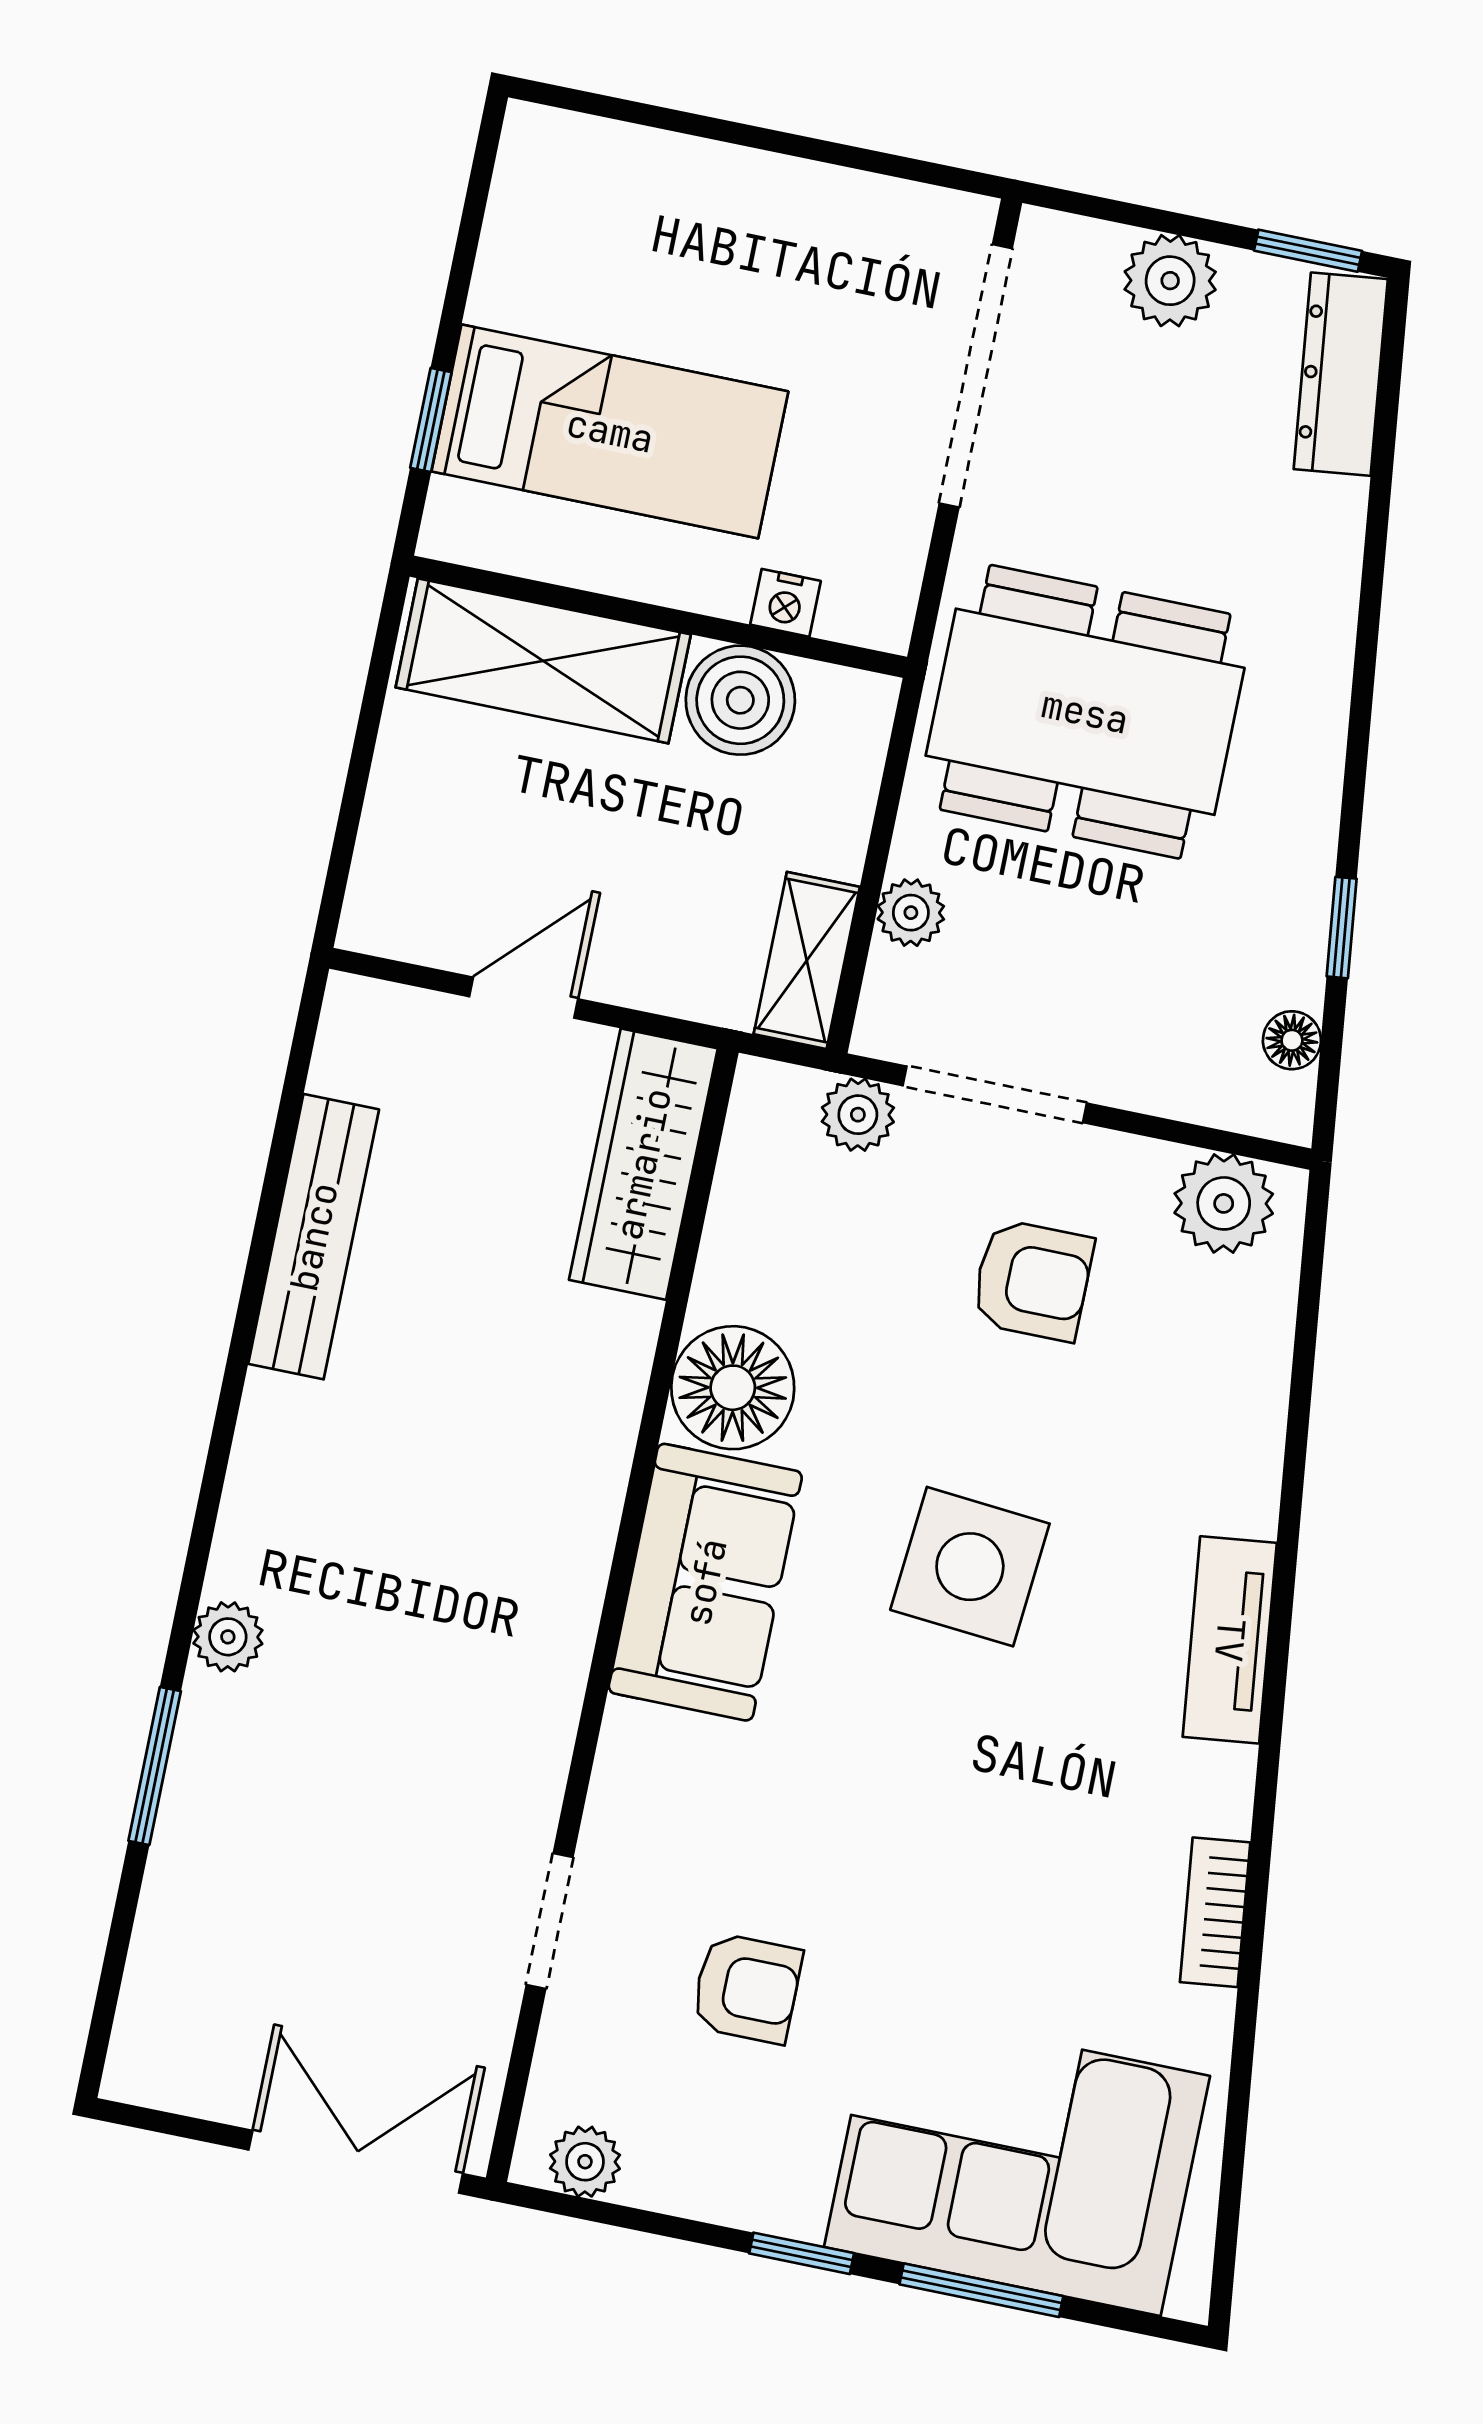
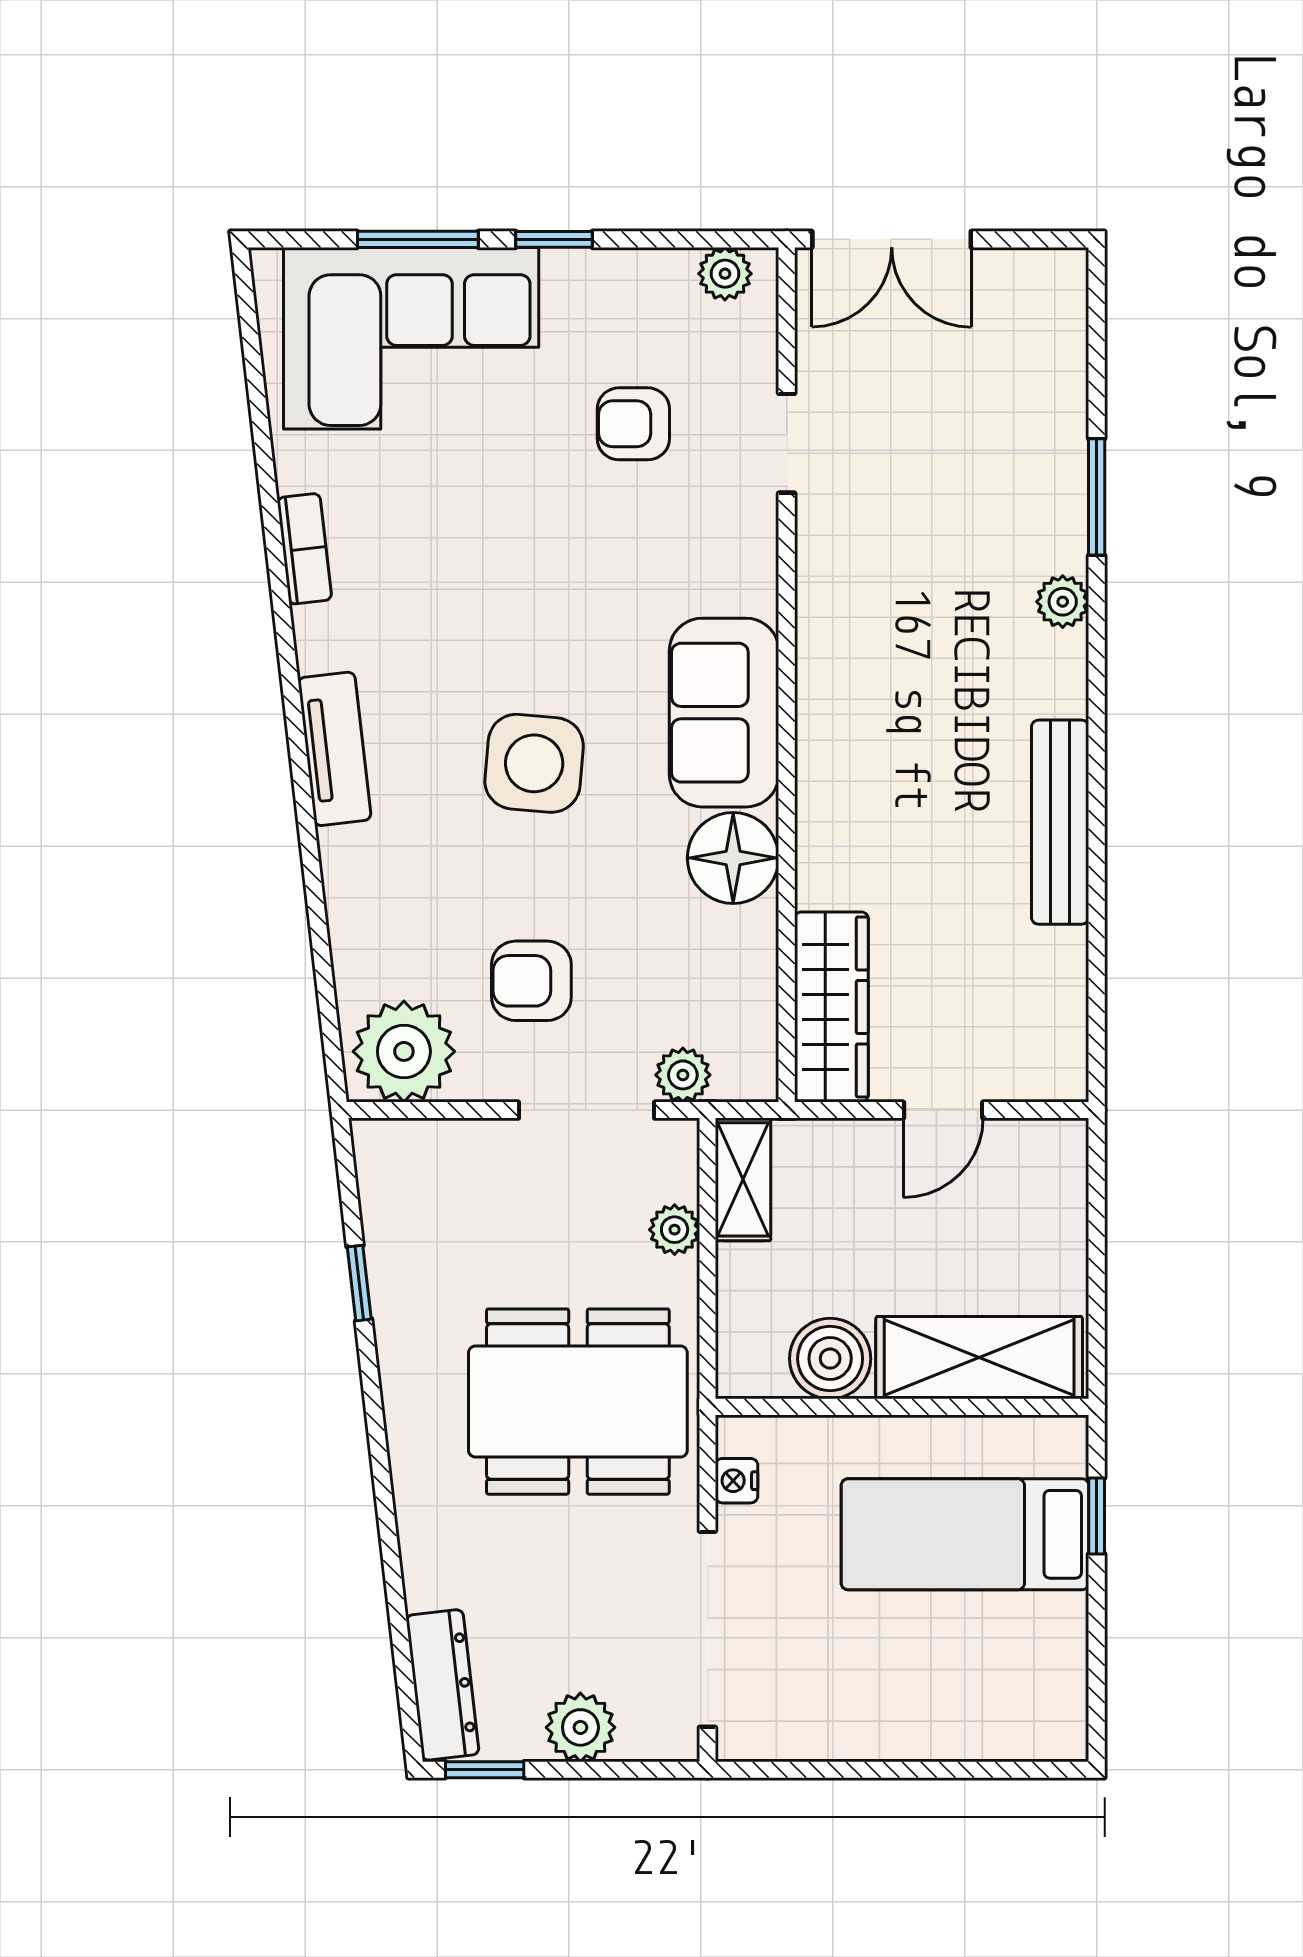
nightstand: (786, 603) -> (737, 1481), moved, turned -90
floor lamp: (1292, 1040) -> (379, 1194), removed
plant: (1224, 1203) -> (404, 1051), width x1.36, depth x1.36
bench: (314, 1237) -> (1060, 822), moved

